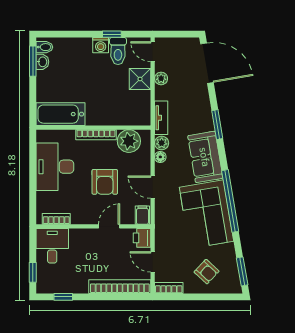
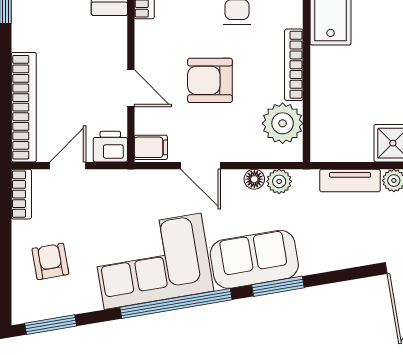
tv unit: (161, 118) -> (350, 181), moved
window: (217, 125) -> (278, 286), moved
door: (153, 187) -> (201, 166), swing flipped
armchair: (207, 272) -> (50, 261), turned 127

